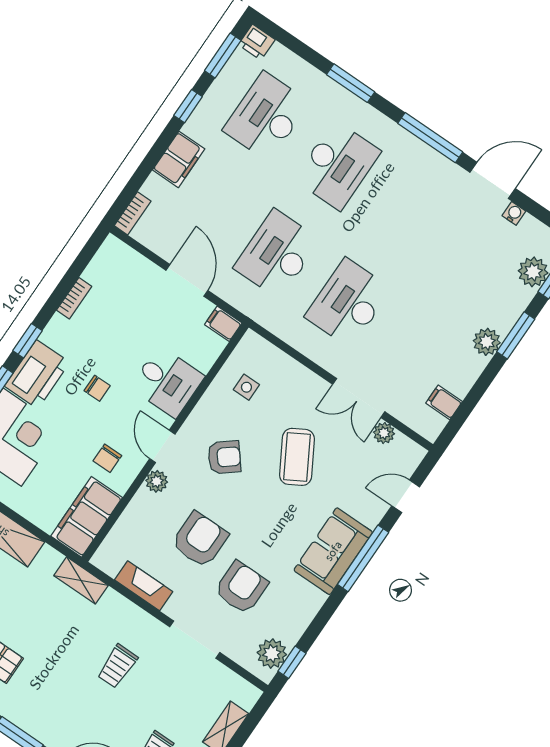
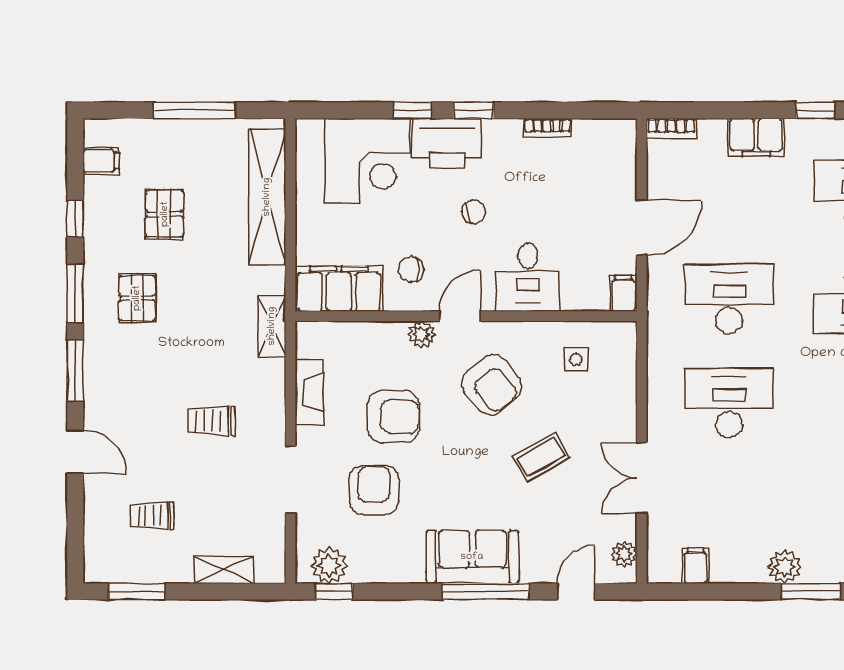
chair: (97, 388) -> (474, 212), turned -104
plant: (384, 433) -> (624, 554), moved
armchair: (224, 457) -> (492, 385), width x1.38, depth x1.38
coffee table: (297, 457) -> (541, 457), width x0.73, depth x0.77
door: (406, 496) -> (576, 591), hinge flipped
armchair: (241, 587) -> (374, 490), turned -90

